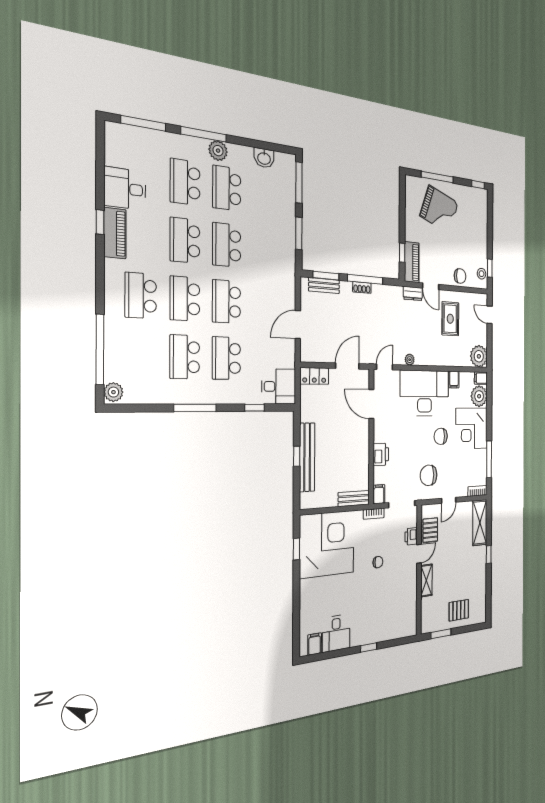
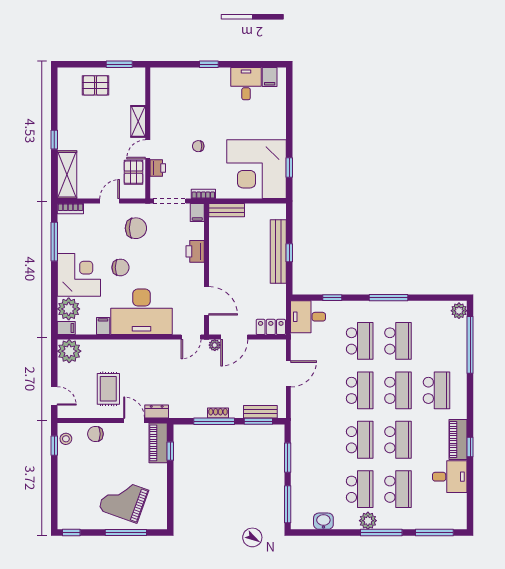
plant: (410, 360) -> (215, 345), moved

